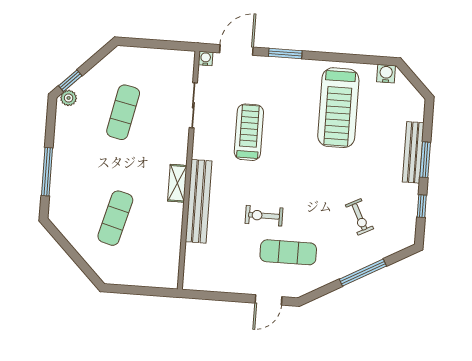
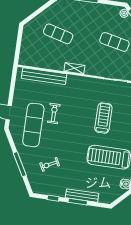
treadmill: (249, 132) -> (103, 118), moved, turned -90
bench: (199, 201) -> (44, 76), moved
exercise mat: (288, 252) -> (33, 125), width x1.36, depth x1.45

